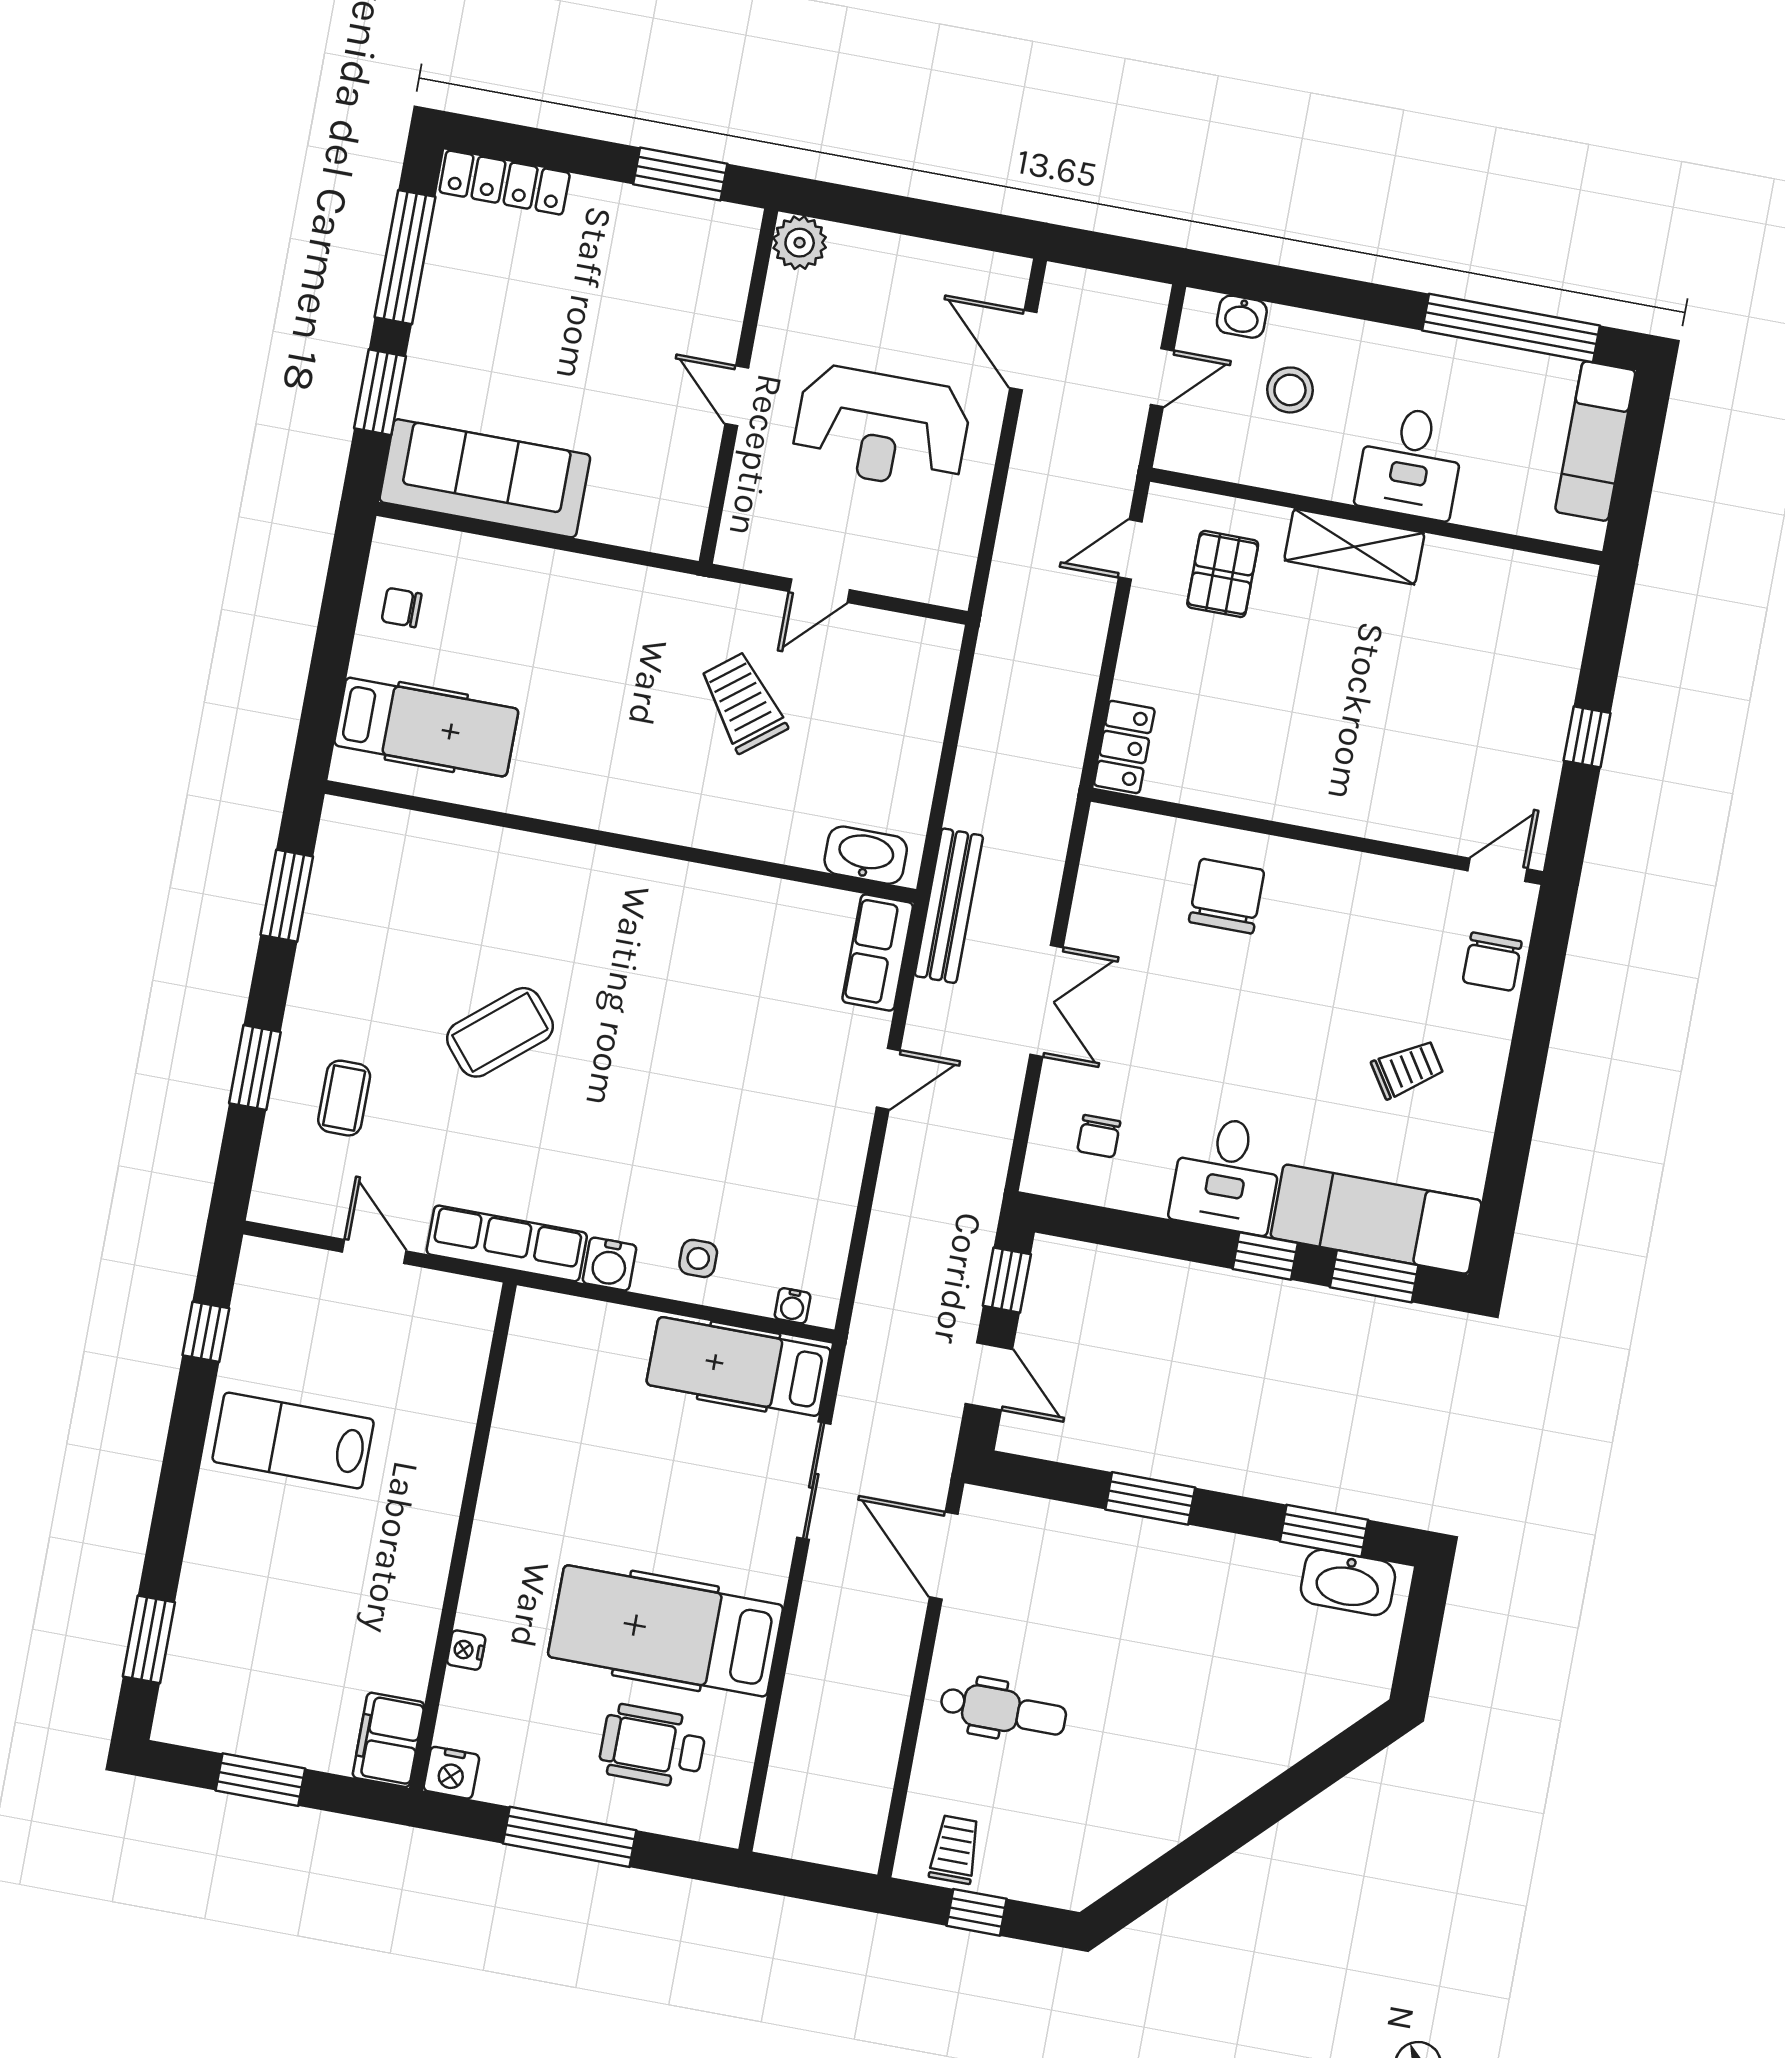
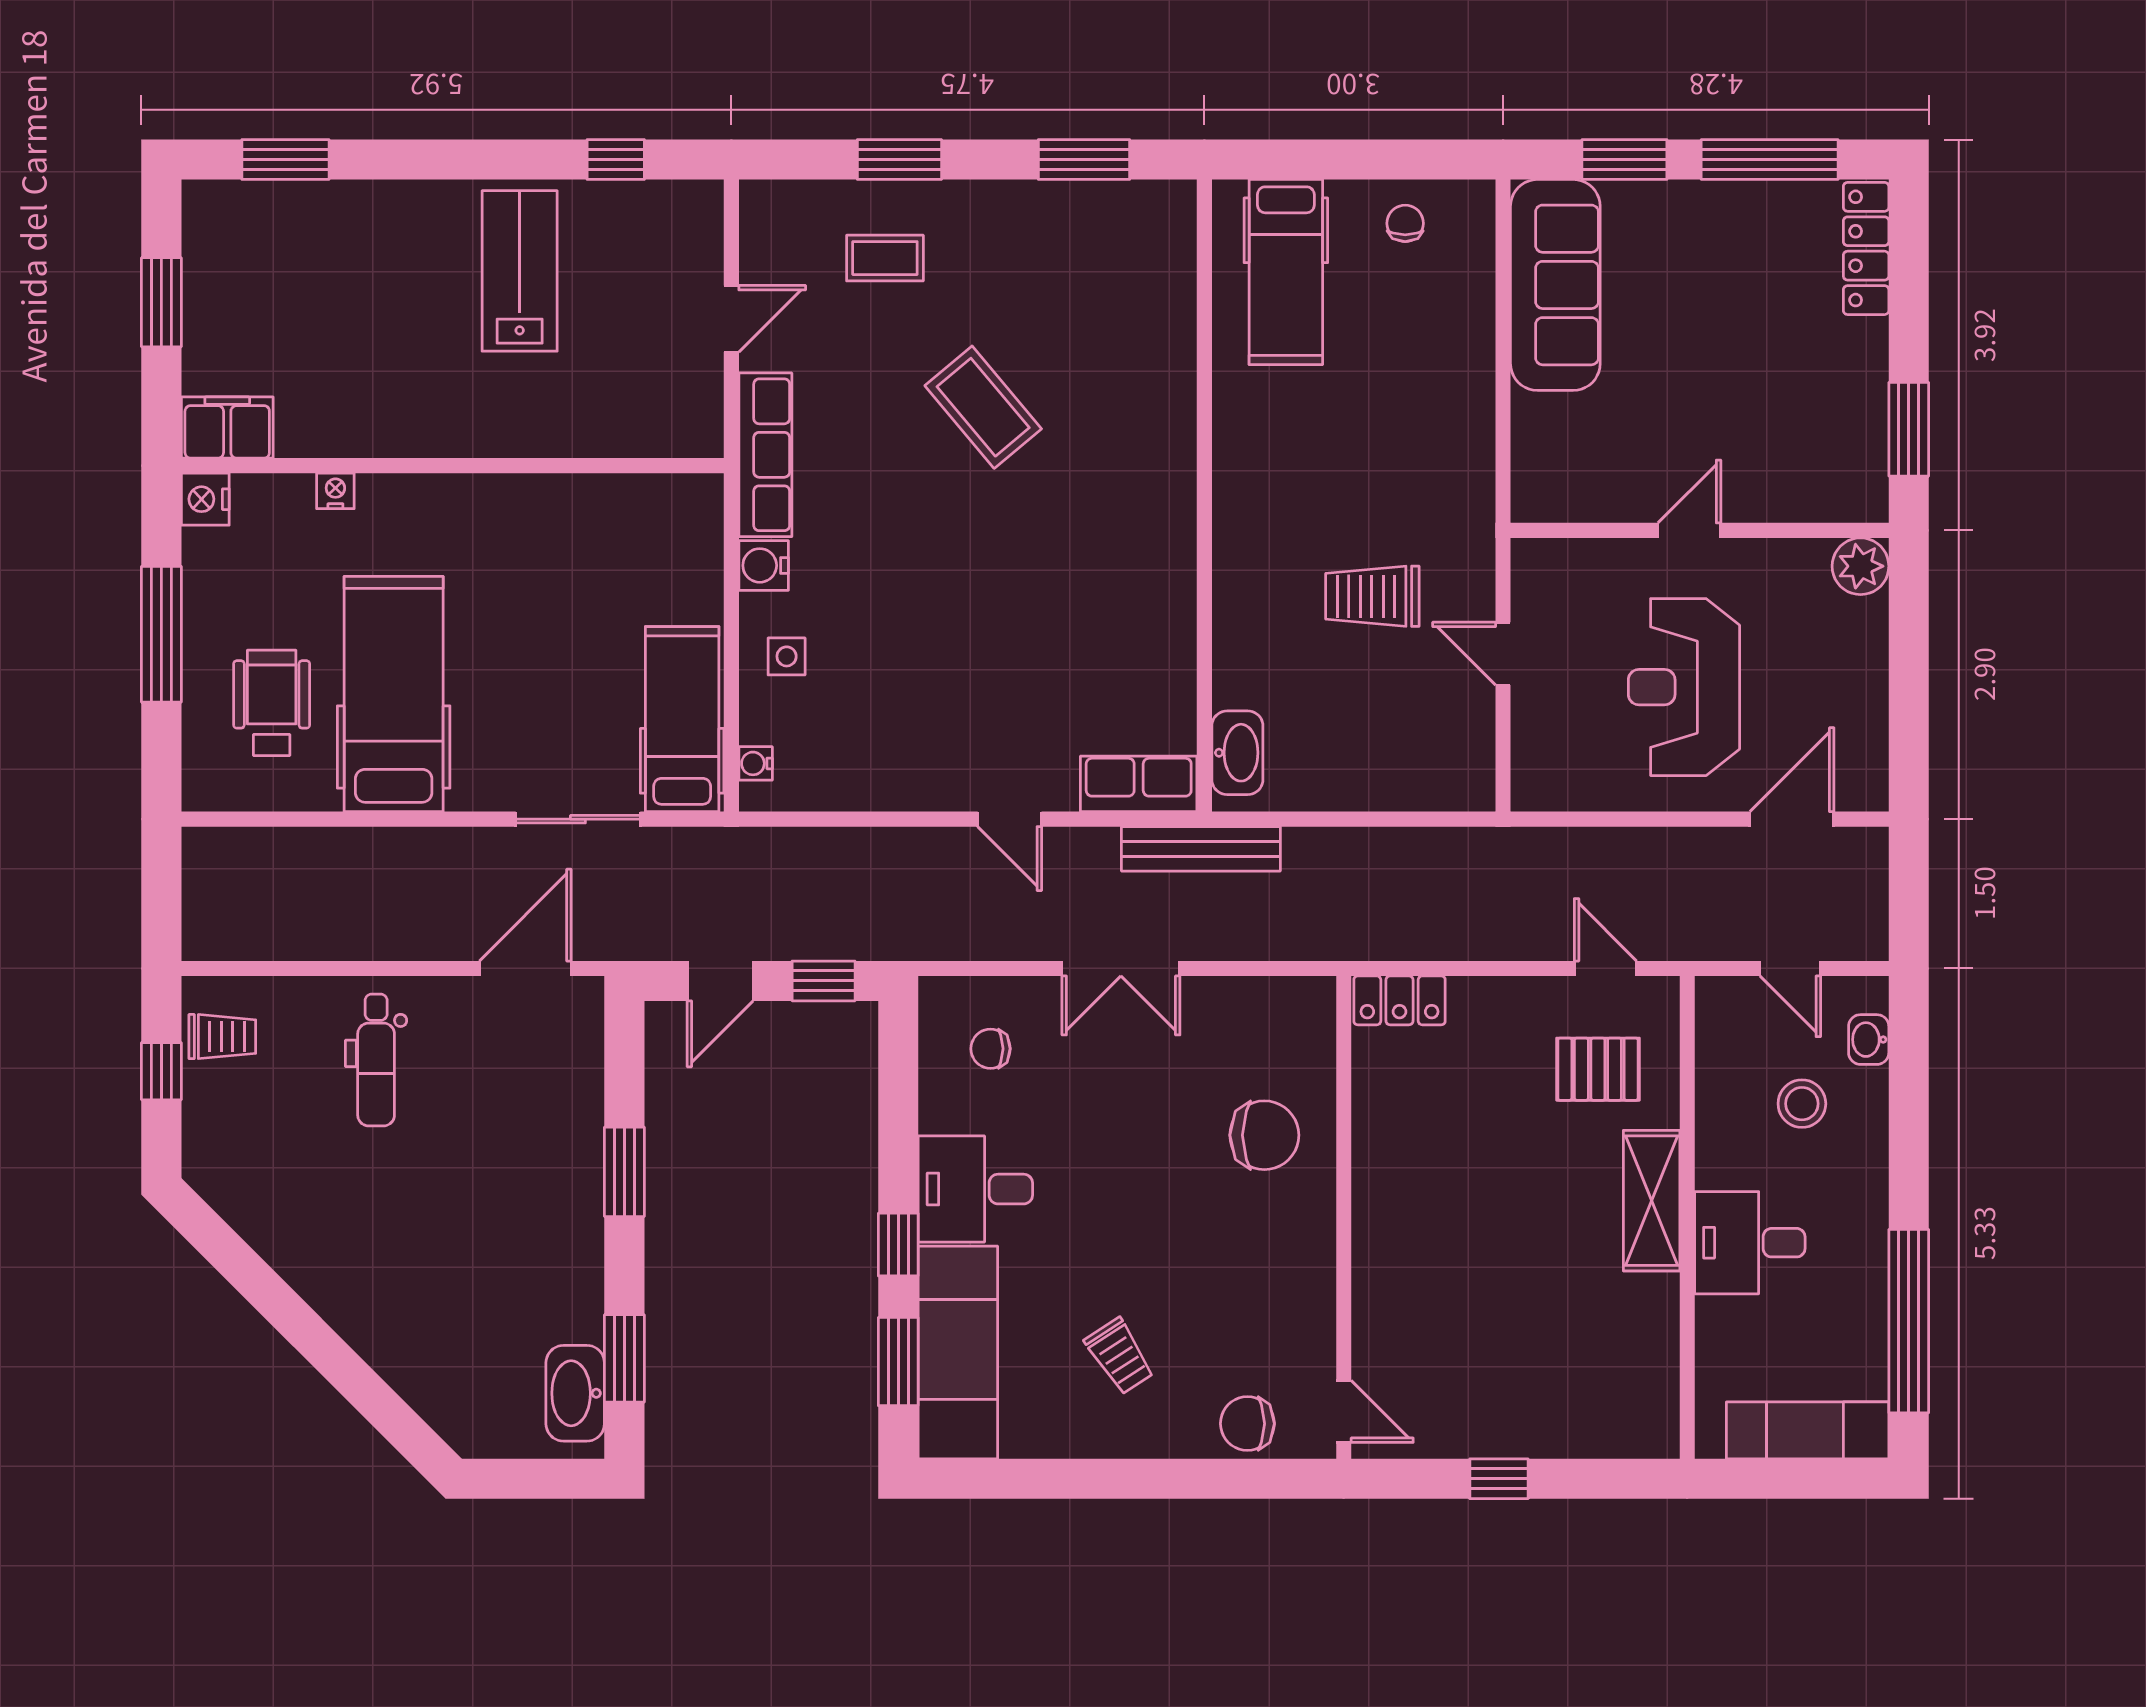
trolley: (743, 702) -> (1372, 596), turned -142

